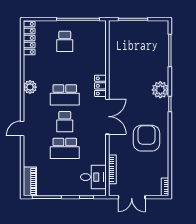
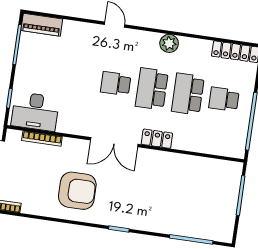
plant: (160, 90) -> (140, 219), removed
school desk: (65, 148) -> (188, 94), moved
desk: (93, 177) -> (35, 111), width x1.37

